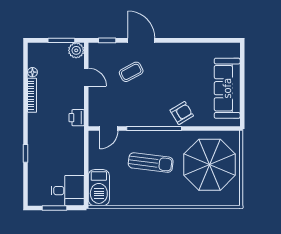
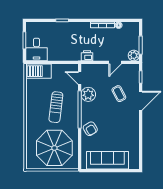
plant: (132, 116) -> (88, 94), added

